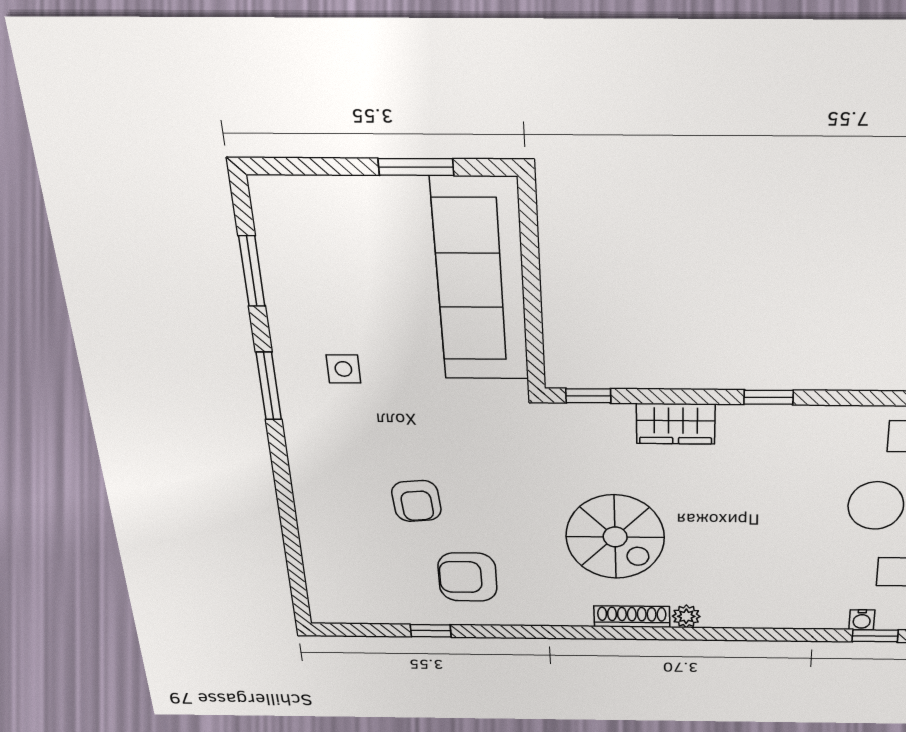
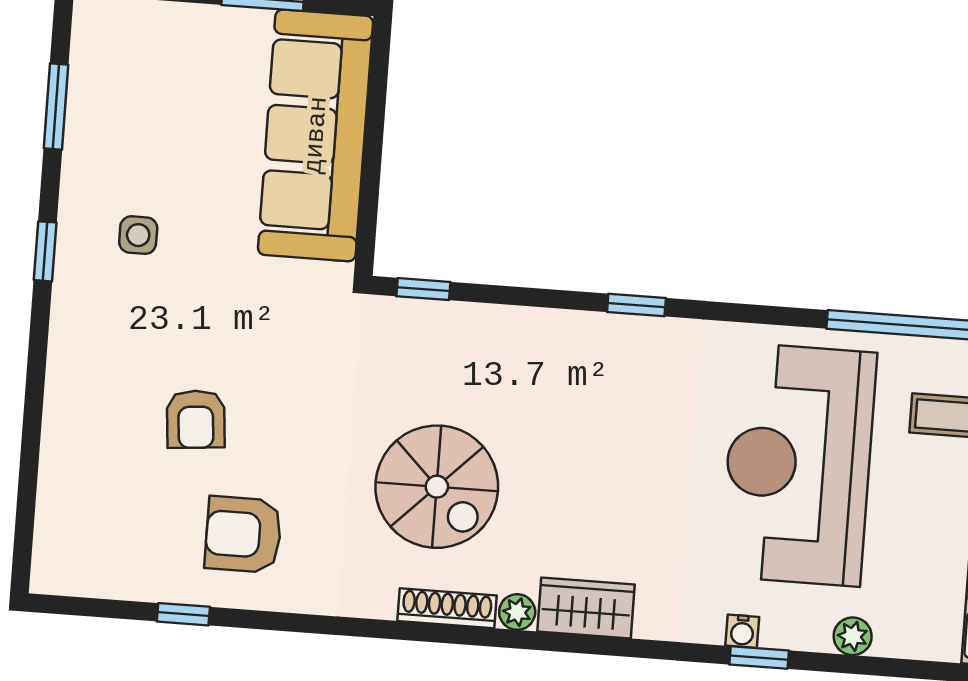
window: (269, 386) -> (45, 251), width x0.67
wardrobe: (676, 424) -> (586, 608), moved, turned 180

